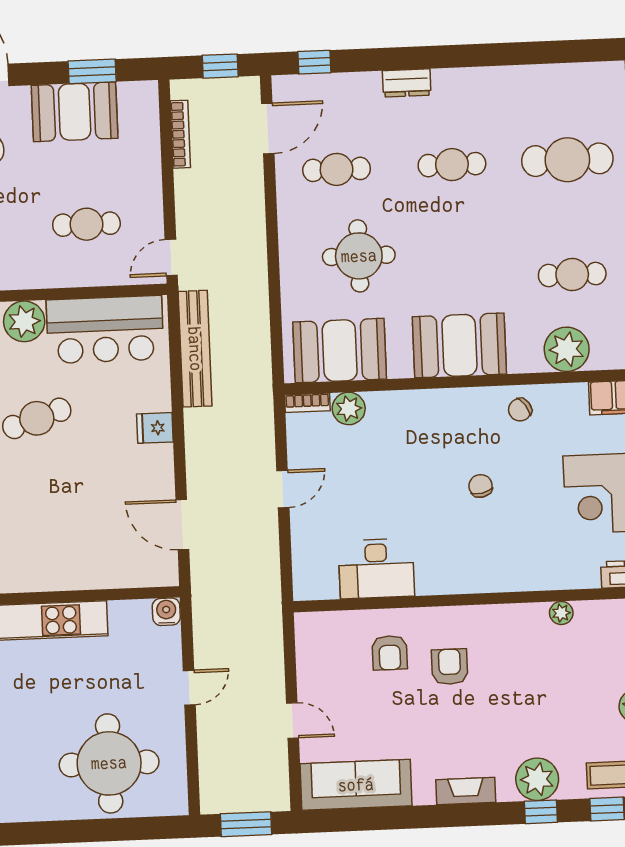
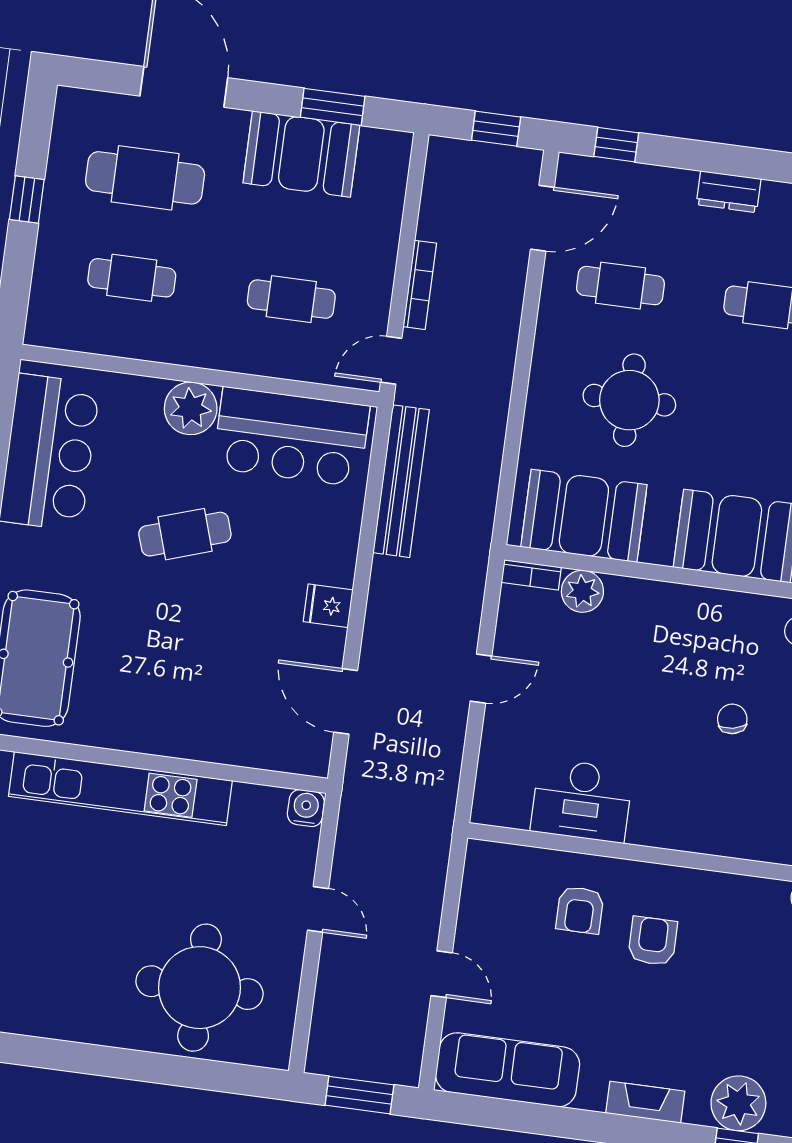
bookcase: (180, 134) -> (420, 285), moved
fridge: (155, 428) -> (328, 606), moved
door: (189, 688) -> (318, 909), hinge flipped

